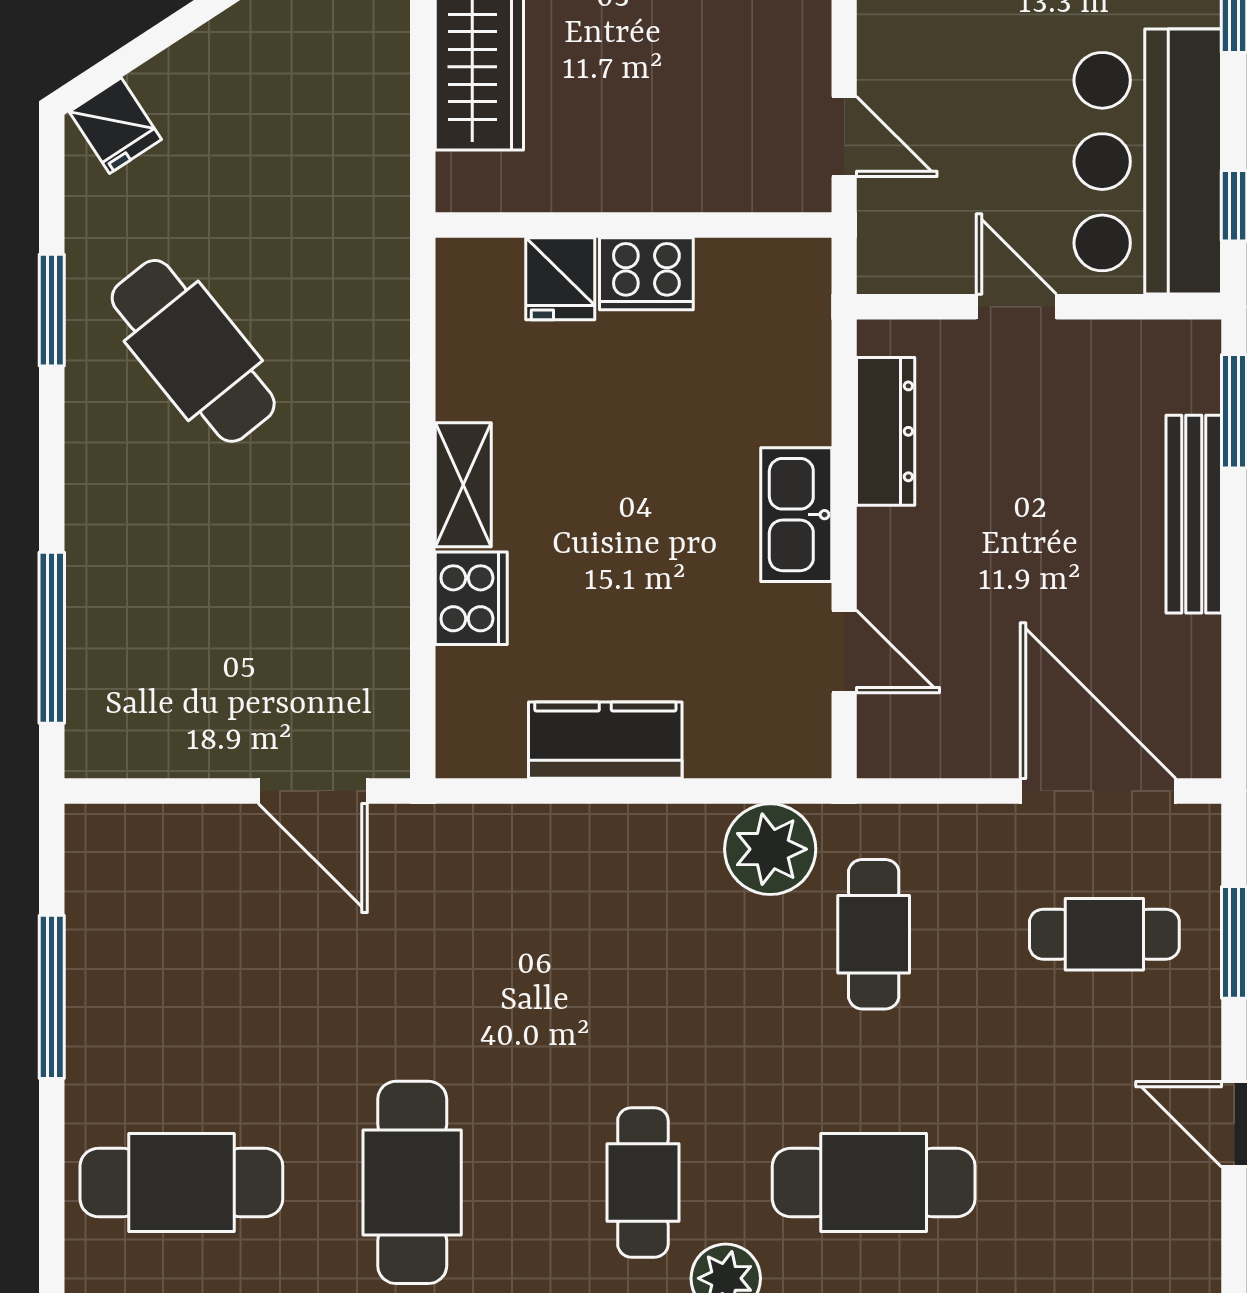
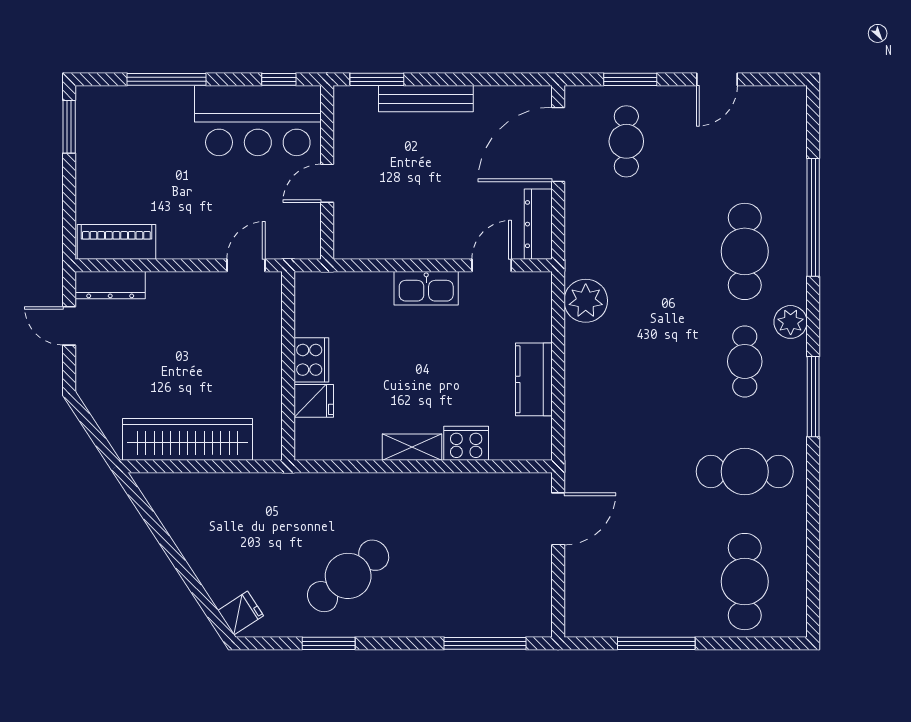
dresser: (886, 431) -> (538, 224), moved, turned -90
cafe table: (874, 934) -> (626, 251), removed
cafe table: (643, 1182) -> (745, 361), turned 90

